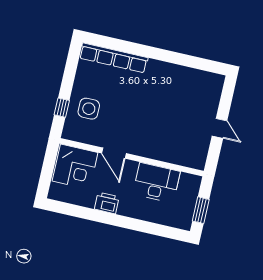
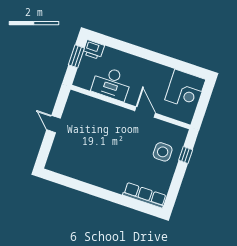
row of seats: (114, 58) -> (145, 195), width x0.73
corner desk: (75, 167) -> (185, 90), moved, turned 180
printer: (107, 203) -> (94, 50), moved

